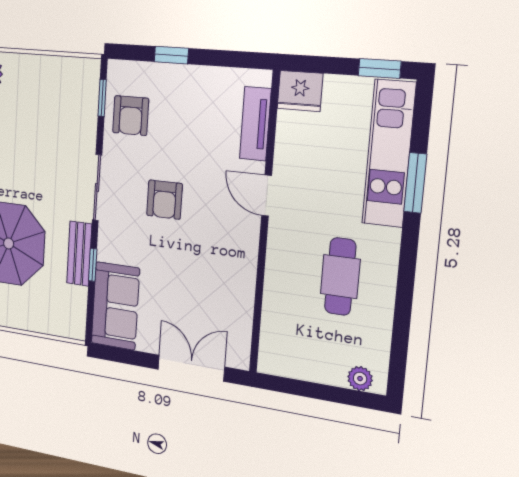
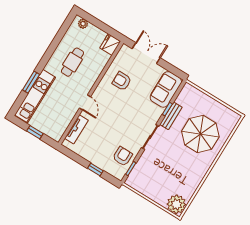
window: (380, 68) -> (35, 132), moved
fridge: (300, 91) -> (110, 45), moved, turned -90
armchair: (165, 200) -> (122, 81), moved, turned -90
double door: (191, 368) -> (146, 53), swing flipped

